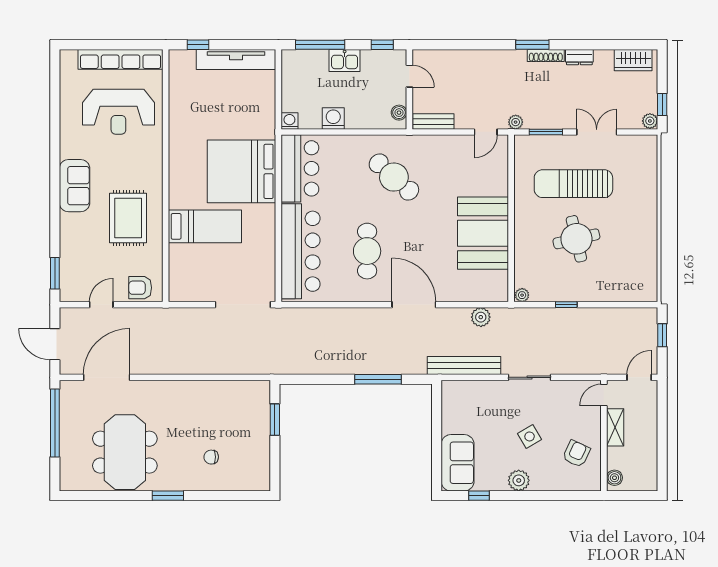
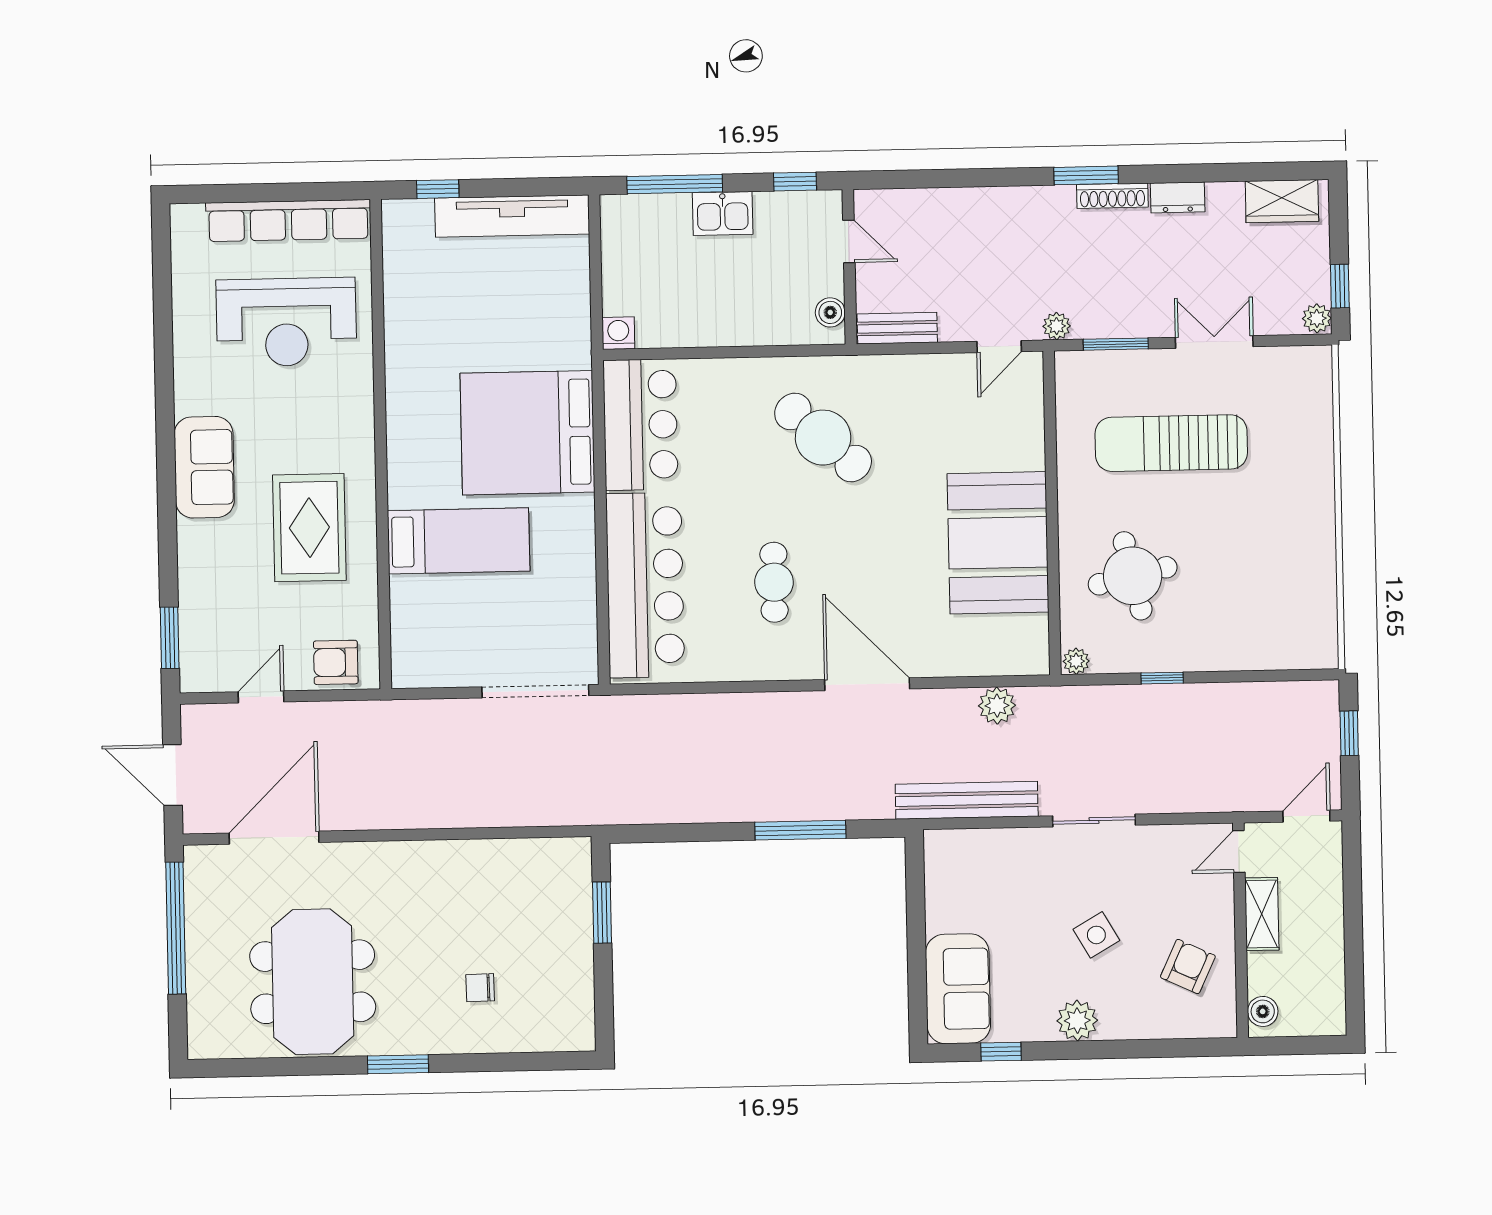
washing machine: (333, 118) -> (703, 326), removed
round table: (576, 239) -> (1133, 576), moved
cafe table: (367, 251) -> (774, 582), width x0.73, depth x0.74

